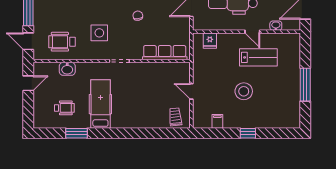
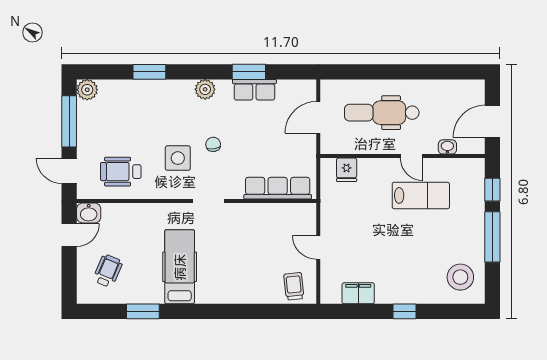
chair: (138, 16) -> (213, 144), moved
window: (305, 54) -> (492, 190), added
washbasin: (67, 69) -> (89, 213), moved
stool: (244, 91) -> (460, 277), moved
wheelchair: (64, 108) -> (108, 271), moved, turned -67
filing cabinet: (217, 121) -> (358, 293), width x2.00

